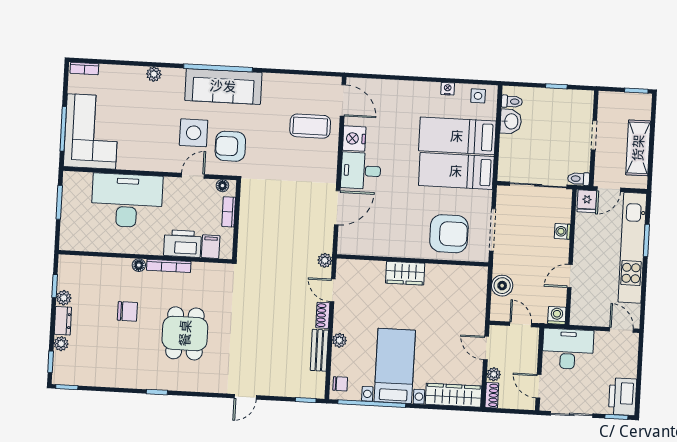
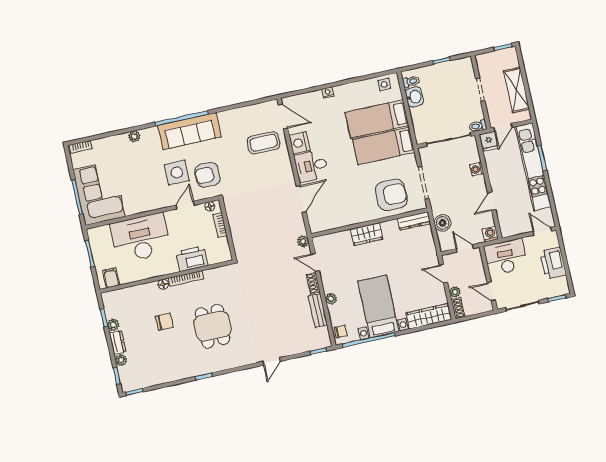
nightstand: (448, 89) -> (328, 93), moved
filing cabinet: (211, 247) -> (111, 278), moved
dresser: (468, 273) -> (414, 221), added
printer: (623, 397) -> (553, 263), moved

